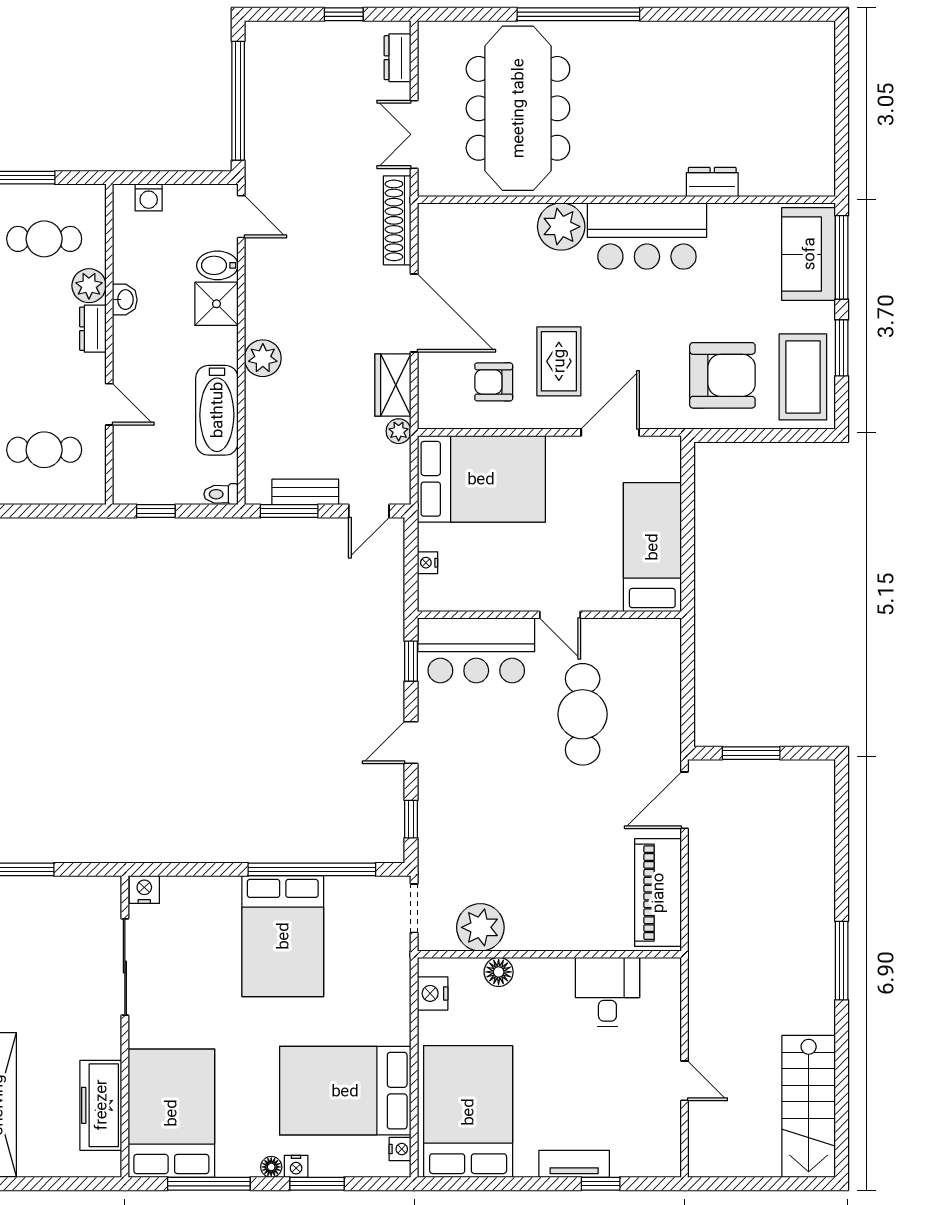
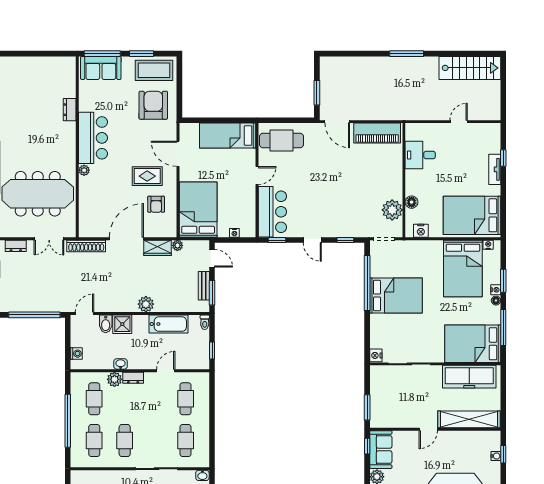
plant: (561, 227) -> (84, 170), width x0.53, depth x0.53
cafe table: (583, 714) -> (281, 140), moved
freezer: (101, 1105) -> (469, 377), width x1.36, depth x1.26

